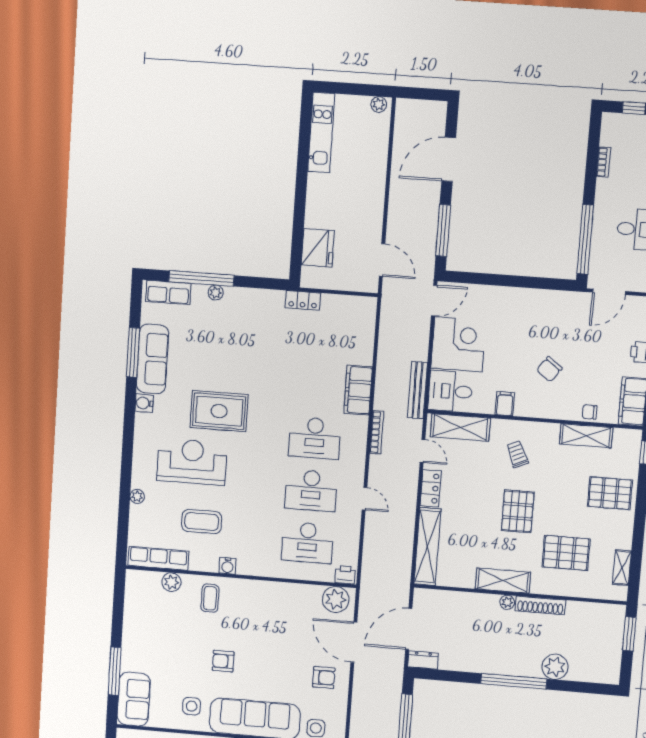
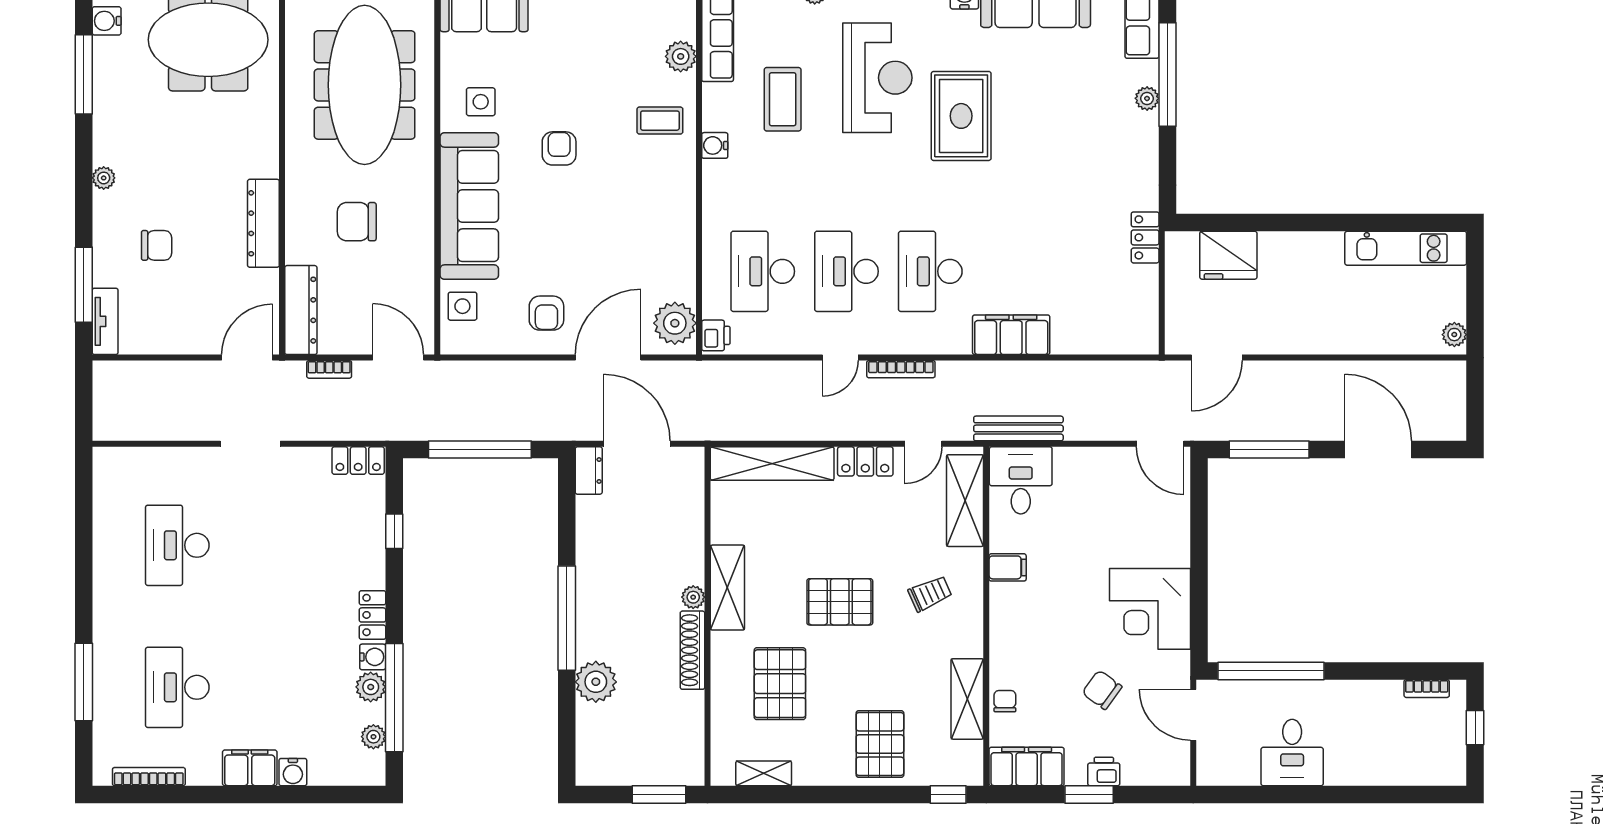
bookcase: (603, 162) -> (1427, 689), moved
corner desk: (458, 344) -> (1150, 609), moved, turned 90
chair: (549, 369) -> (1102, 690), moved
bookcase: (377, 432) -> (901, 369), moved

